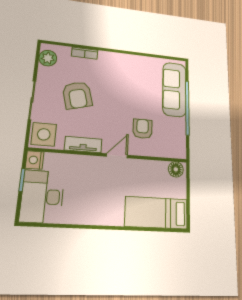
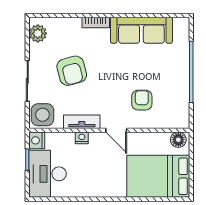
bookcase: (85, 53) -> (96, 23), moved
sofa: (174, 89) -> (141, 30), moved, turned -90
door: (117, 156) -> (116, 130), swing flipped
nightstand: (82, 161) -> (82, 138), added
bed: (156, 213) -> (158, 176), width x1.50

